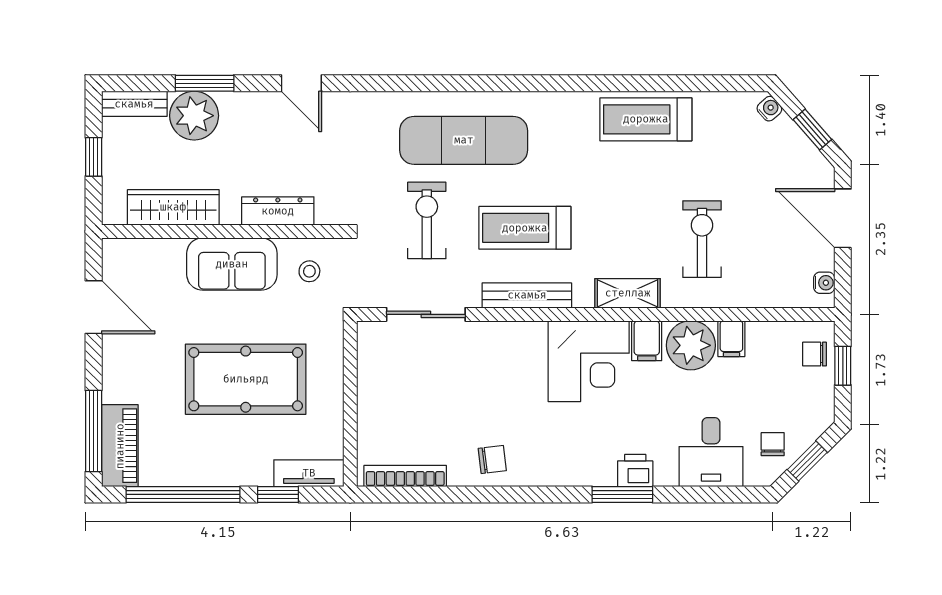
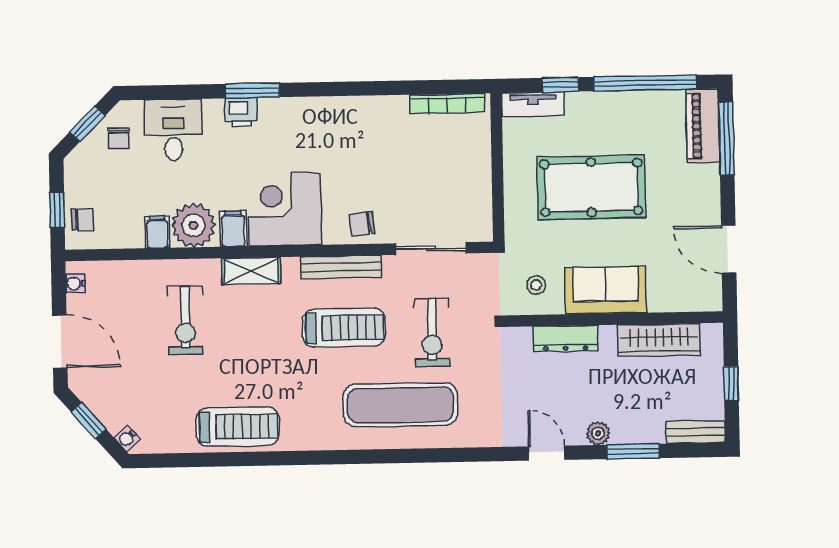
plant: (194, 116) -> (598, 433), moved, width x0.53, depth x0.53
chair: (492, 459) -> (362, 224), moved

